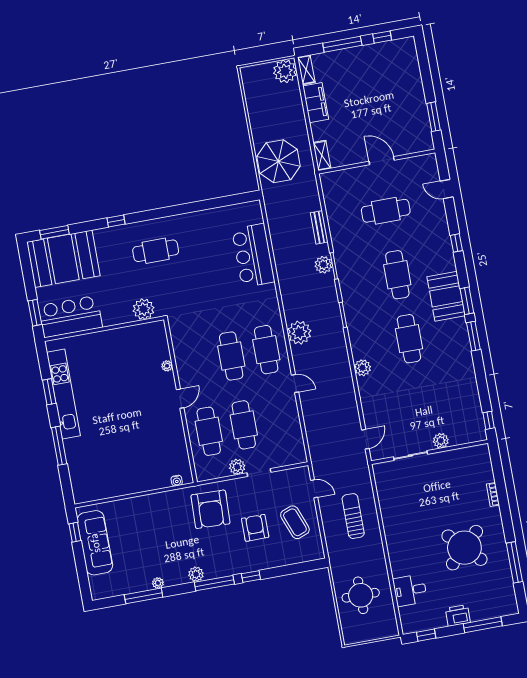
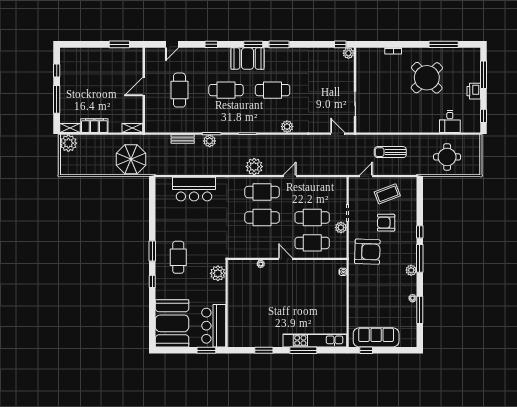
window: (54, 232) -> (152, 251), moved
kitchen unit: (63, 394) -> (315, 340), moved
plant: (441, 441) -> (348, 53), moved

